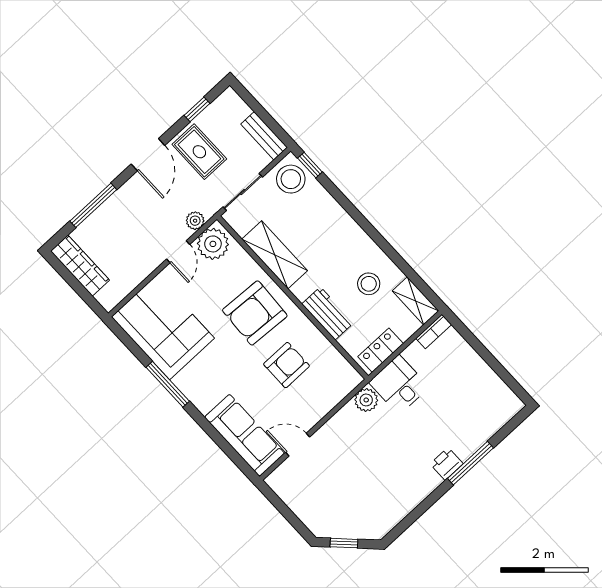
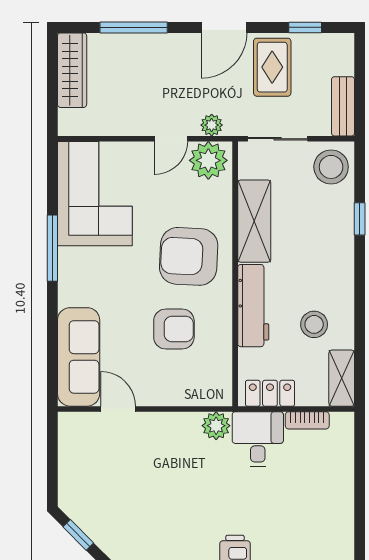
window: (310, 165) -> (360, 219), moved
workbench: (328, 313) -> (253, 306), width x1.38
bookcase: (434, 331) -> (307, 420), moved

